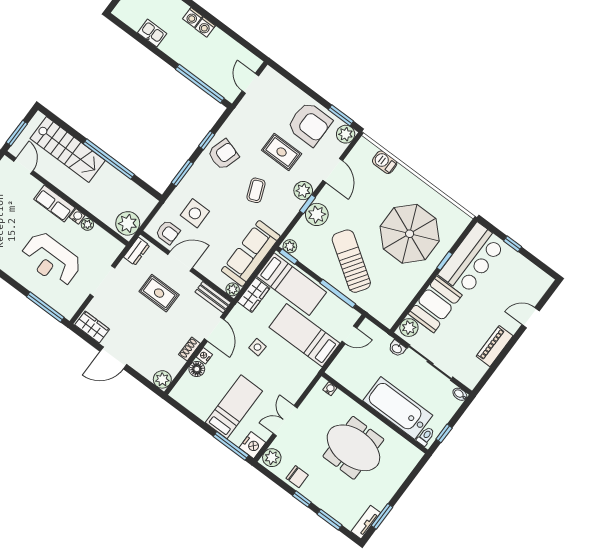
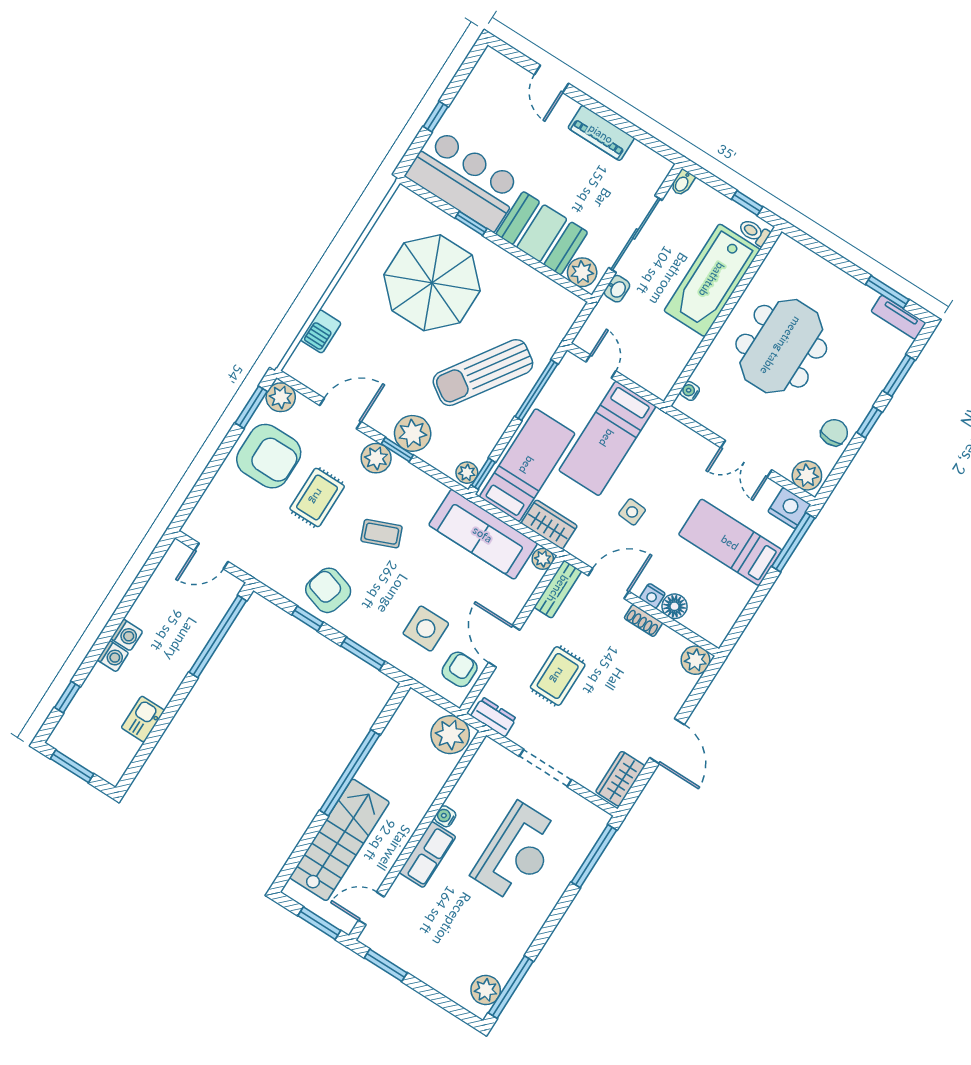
armchair: (310, 124) -> (269, 456), turned 90
plant: (87, 224) -> (457, 799), removed

